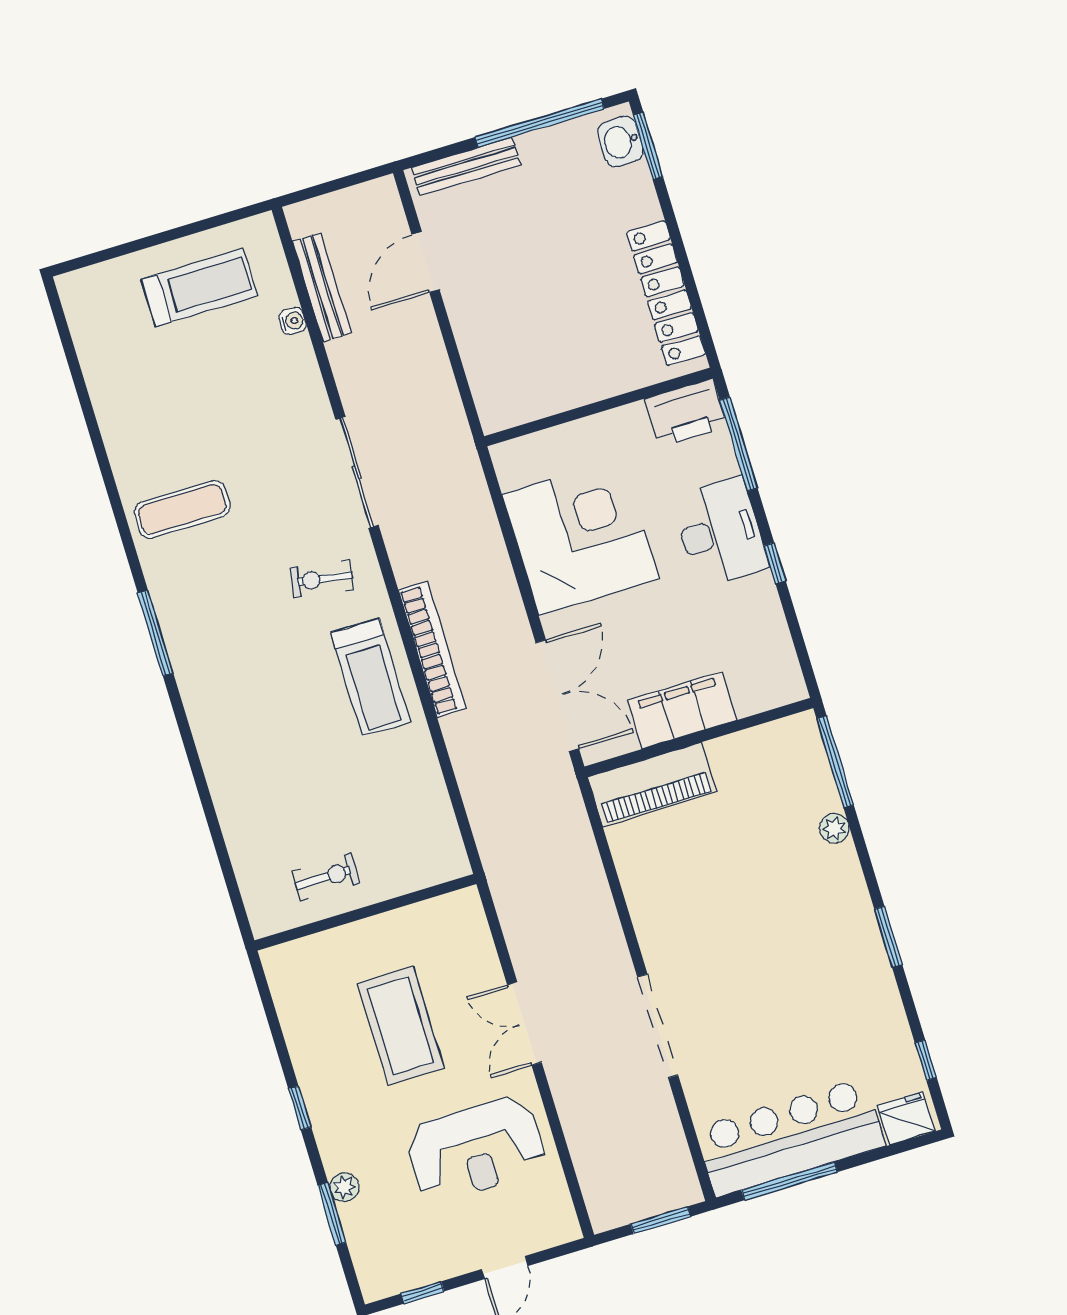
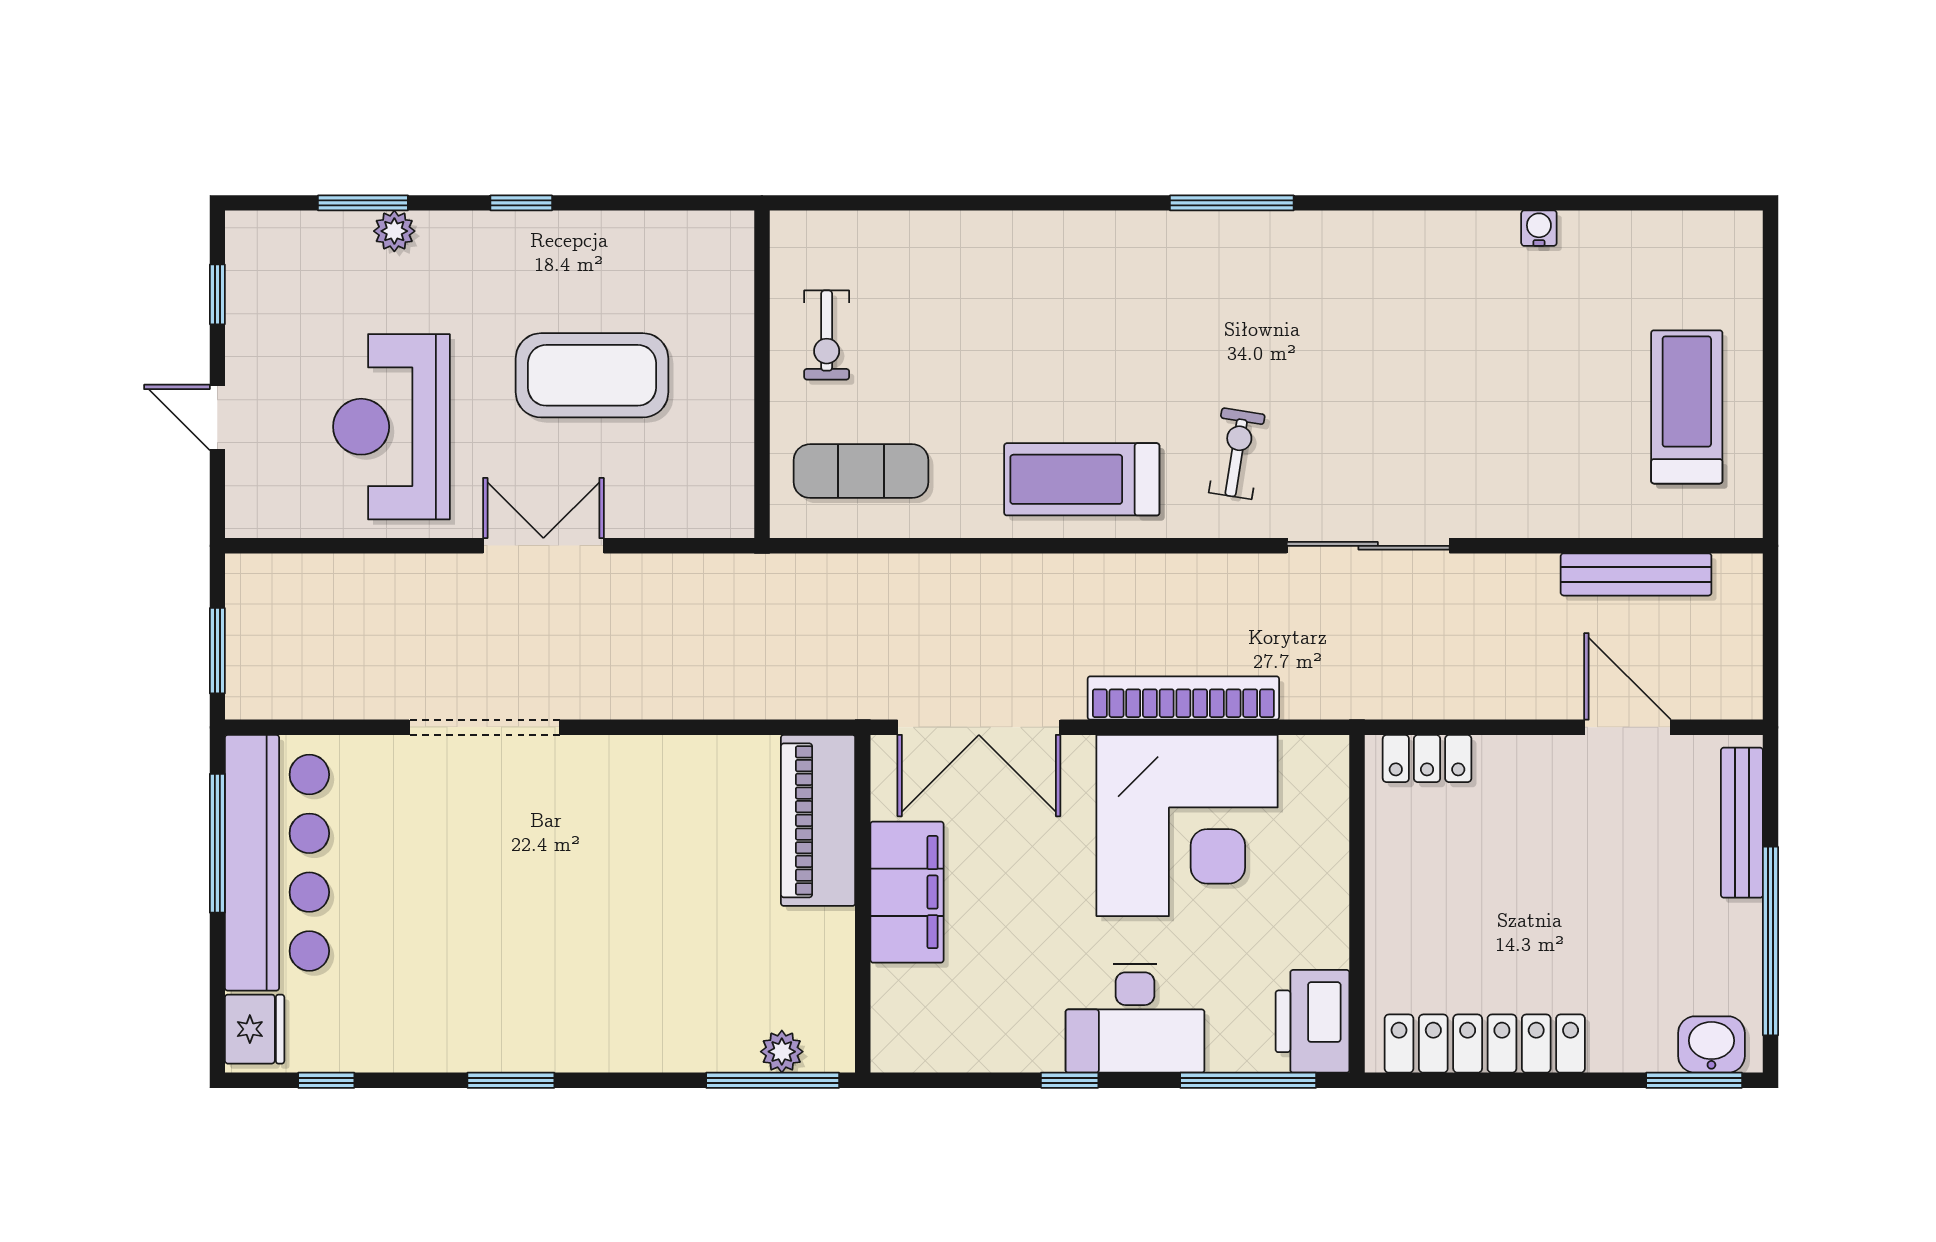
treadmill: (199, 288) -> (1687, 407), turned 180
water cooler: (293, 321) -> (1539, 228), moved, turned 180
locker: (487, 390) -> (1427, 759), added
exercise mat: (182, 509) -> (861, 471), moved, turned 90
bookcase: (432, 649) -> (1183, 698), moved, turned 180
plant: (834, 828) -> (782, 1052), moved

